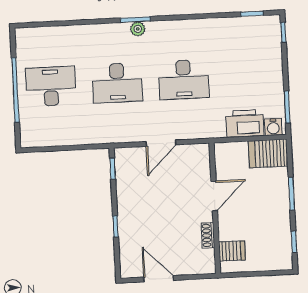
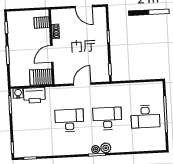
plant: (120, 32) -> (106, 148), added
server rack: (268, 154) -> (41, 77), moved, turned 180

